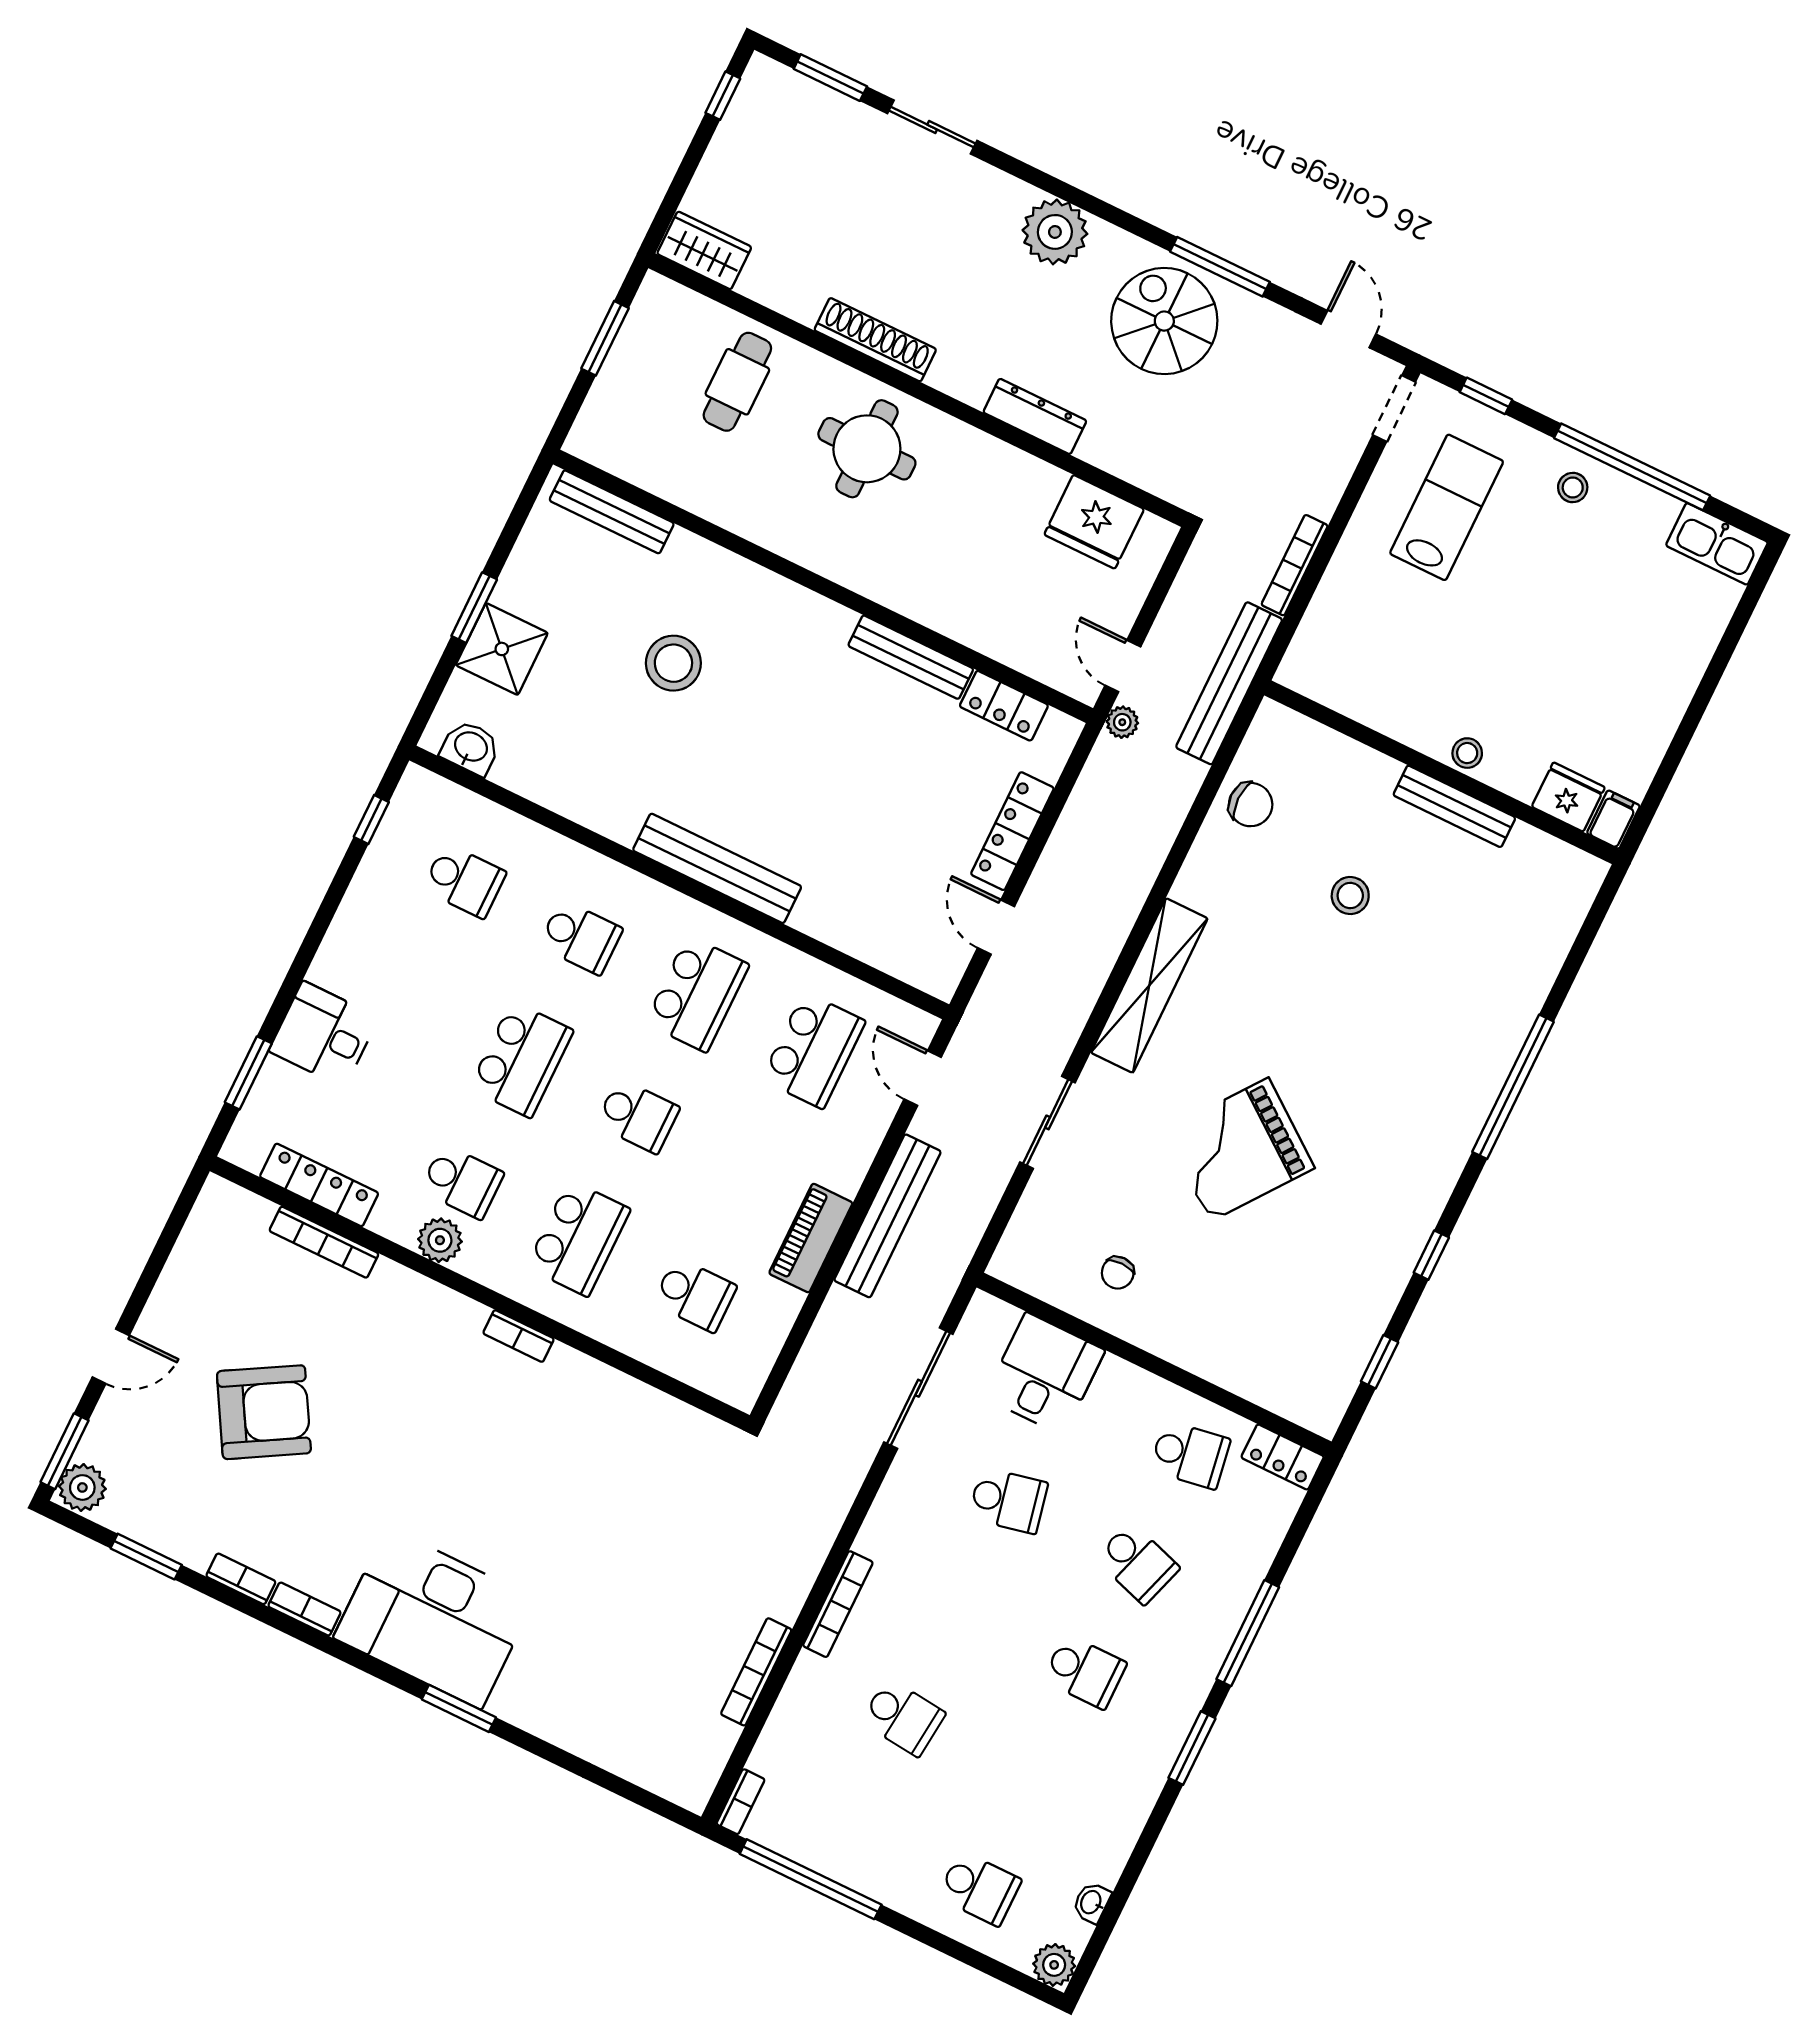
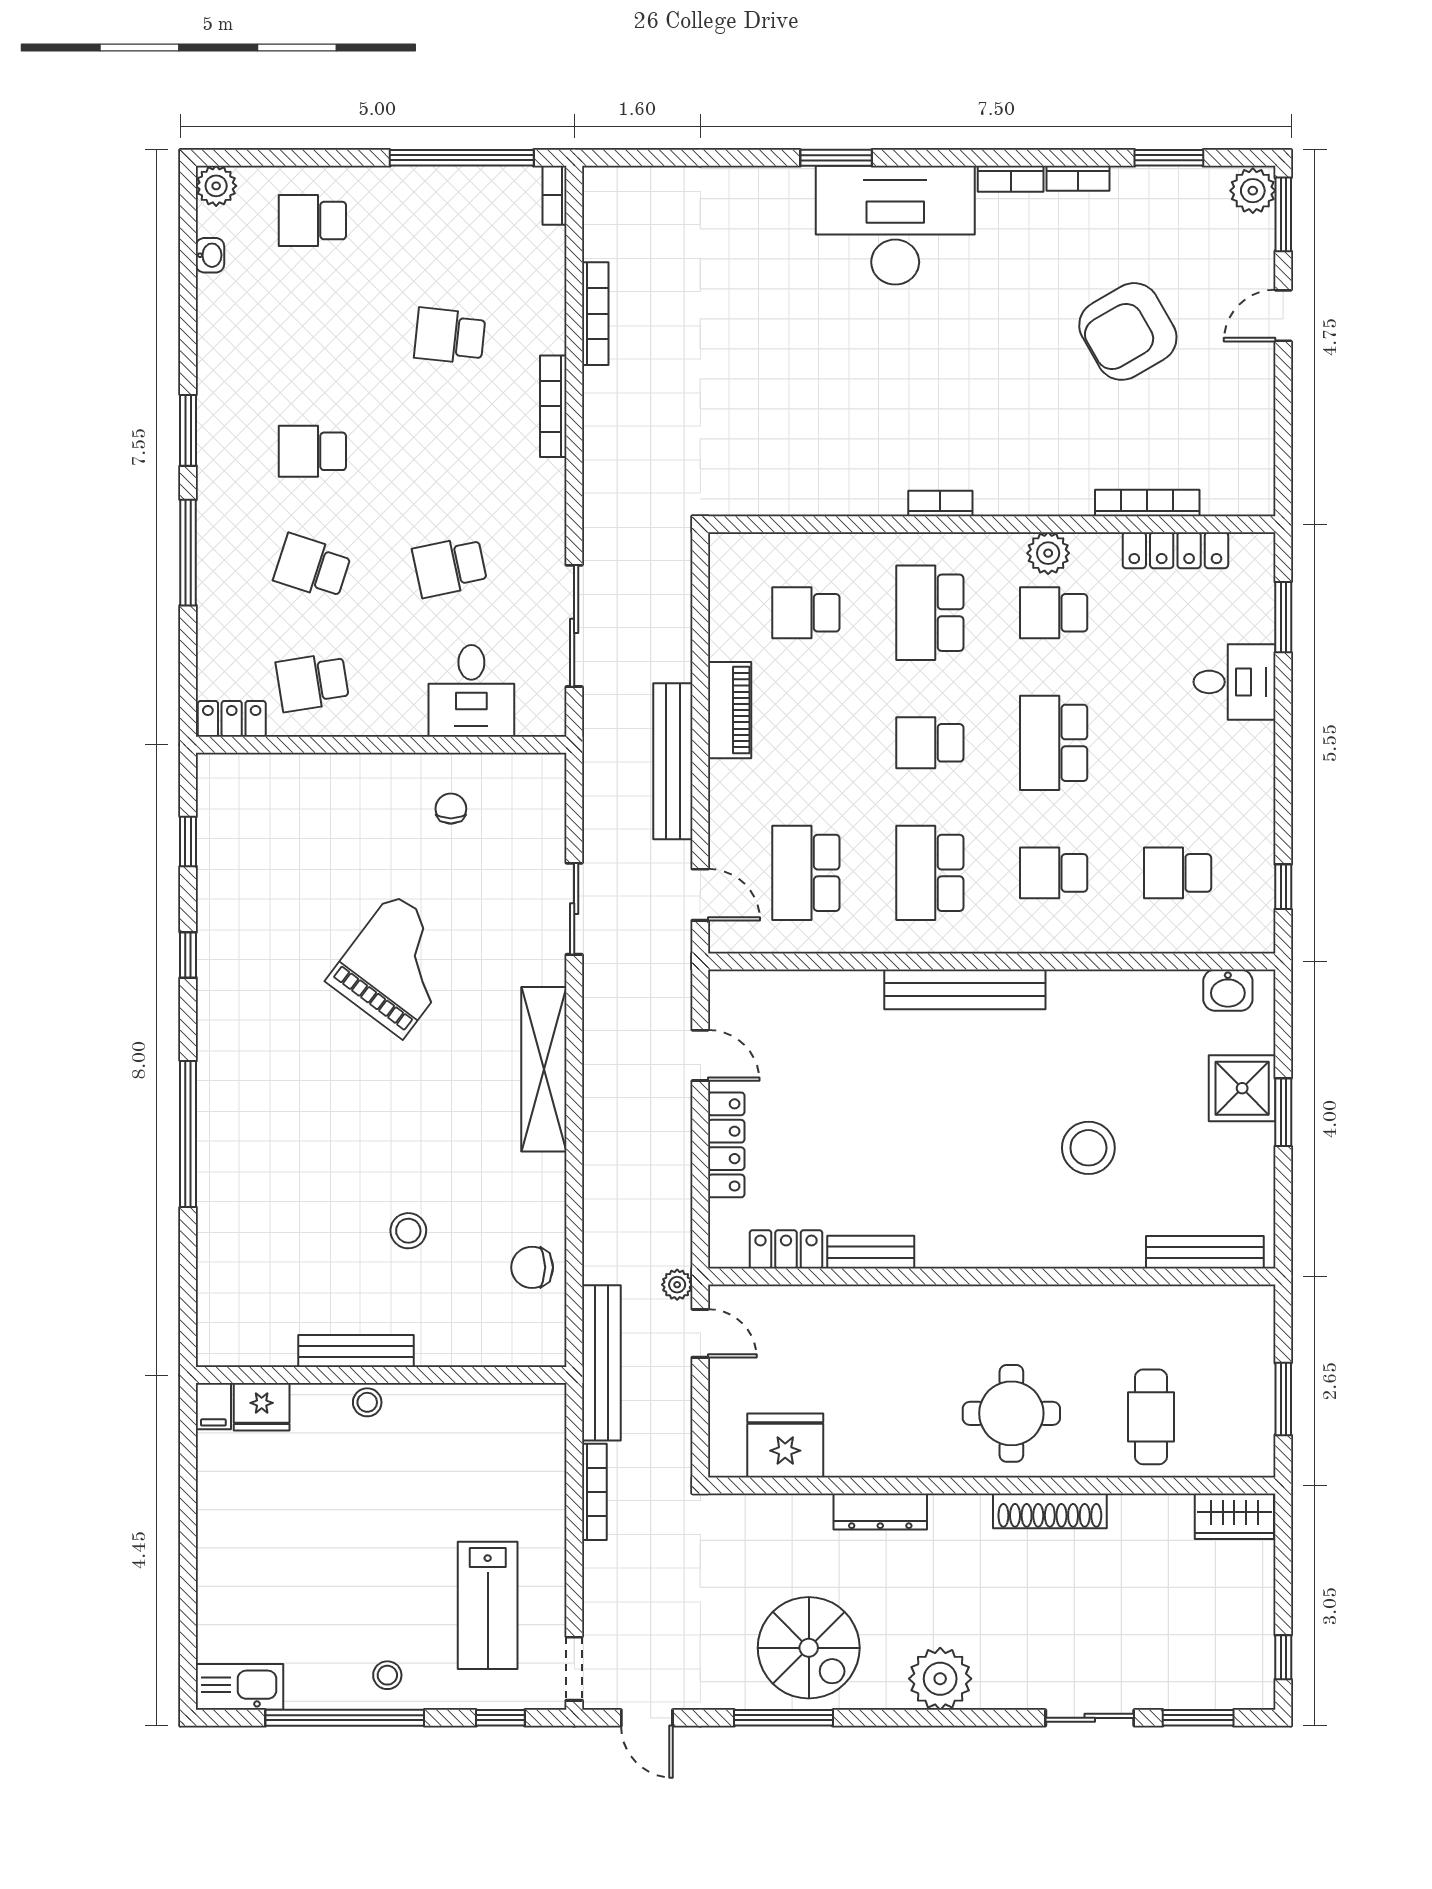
bench: (911, 657) -> (871, 1252), width x0.73

